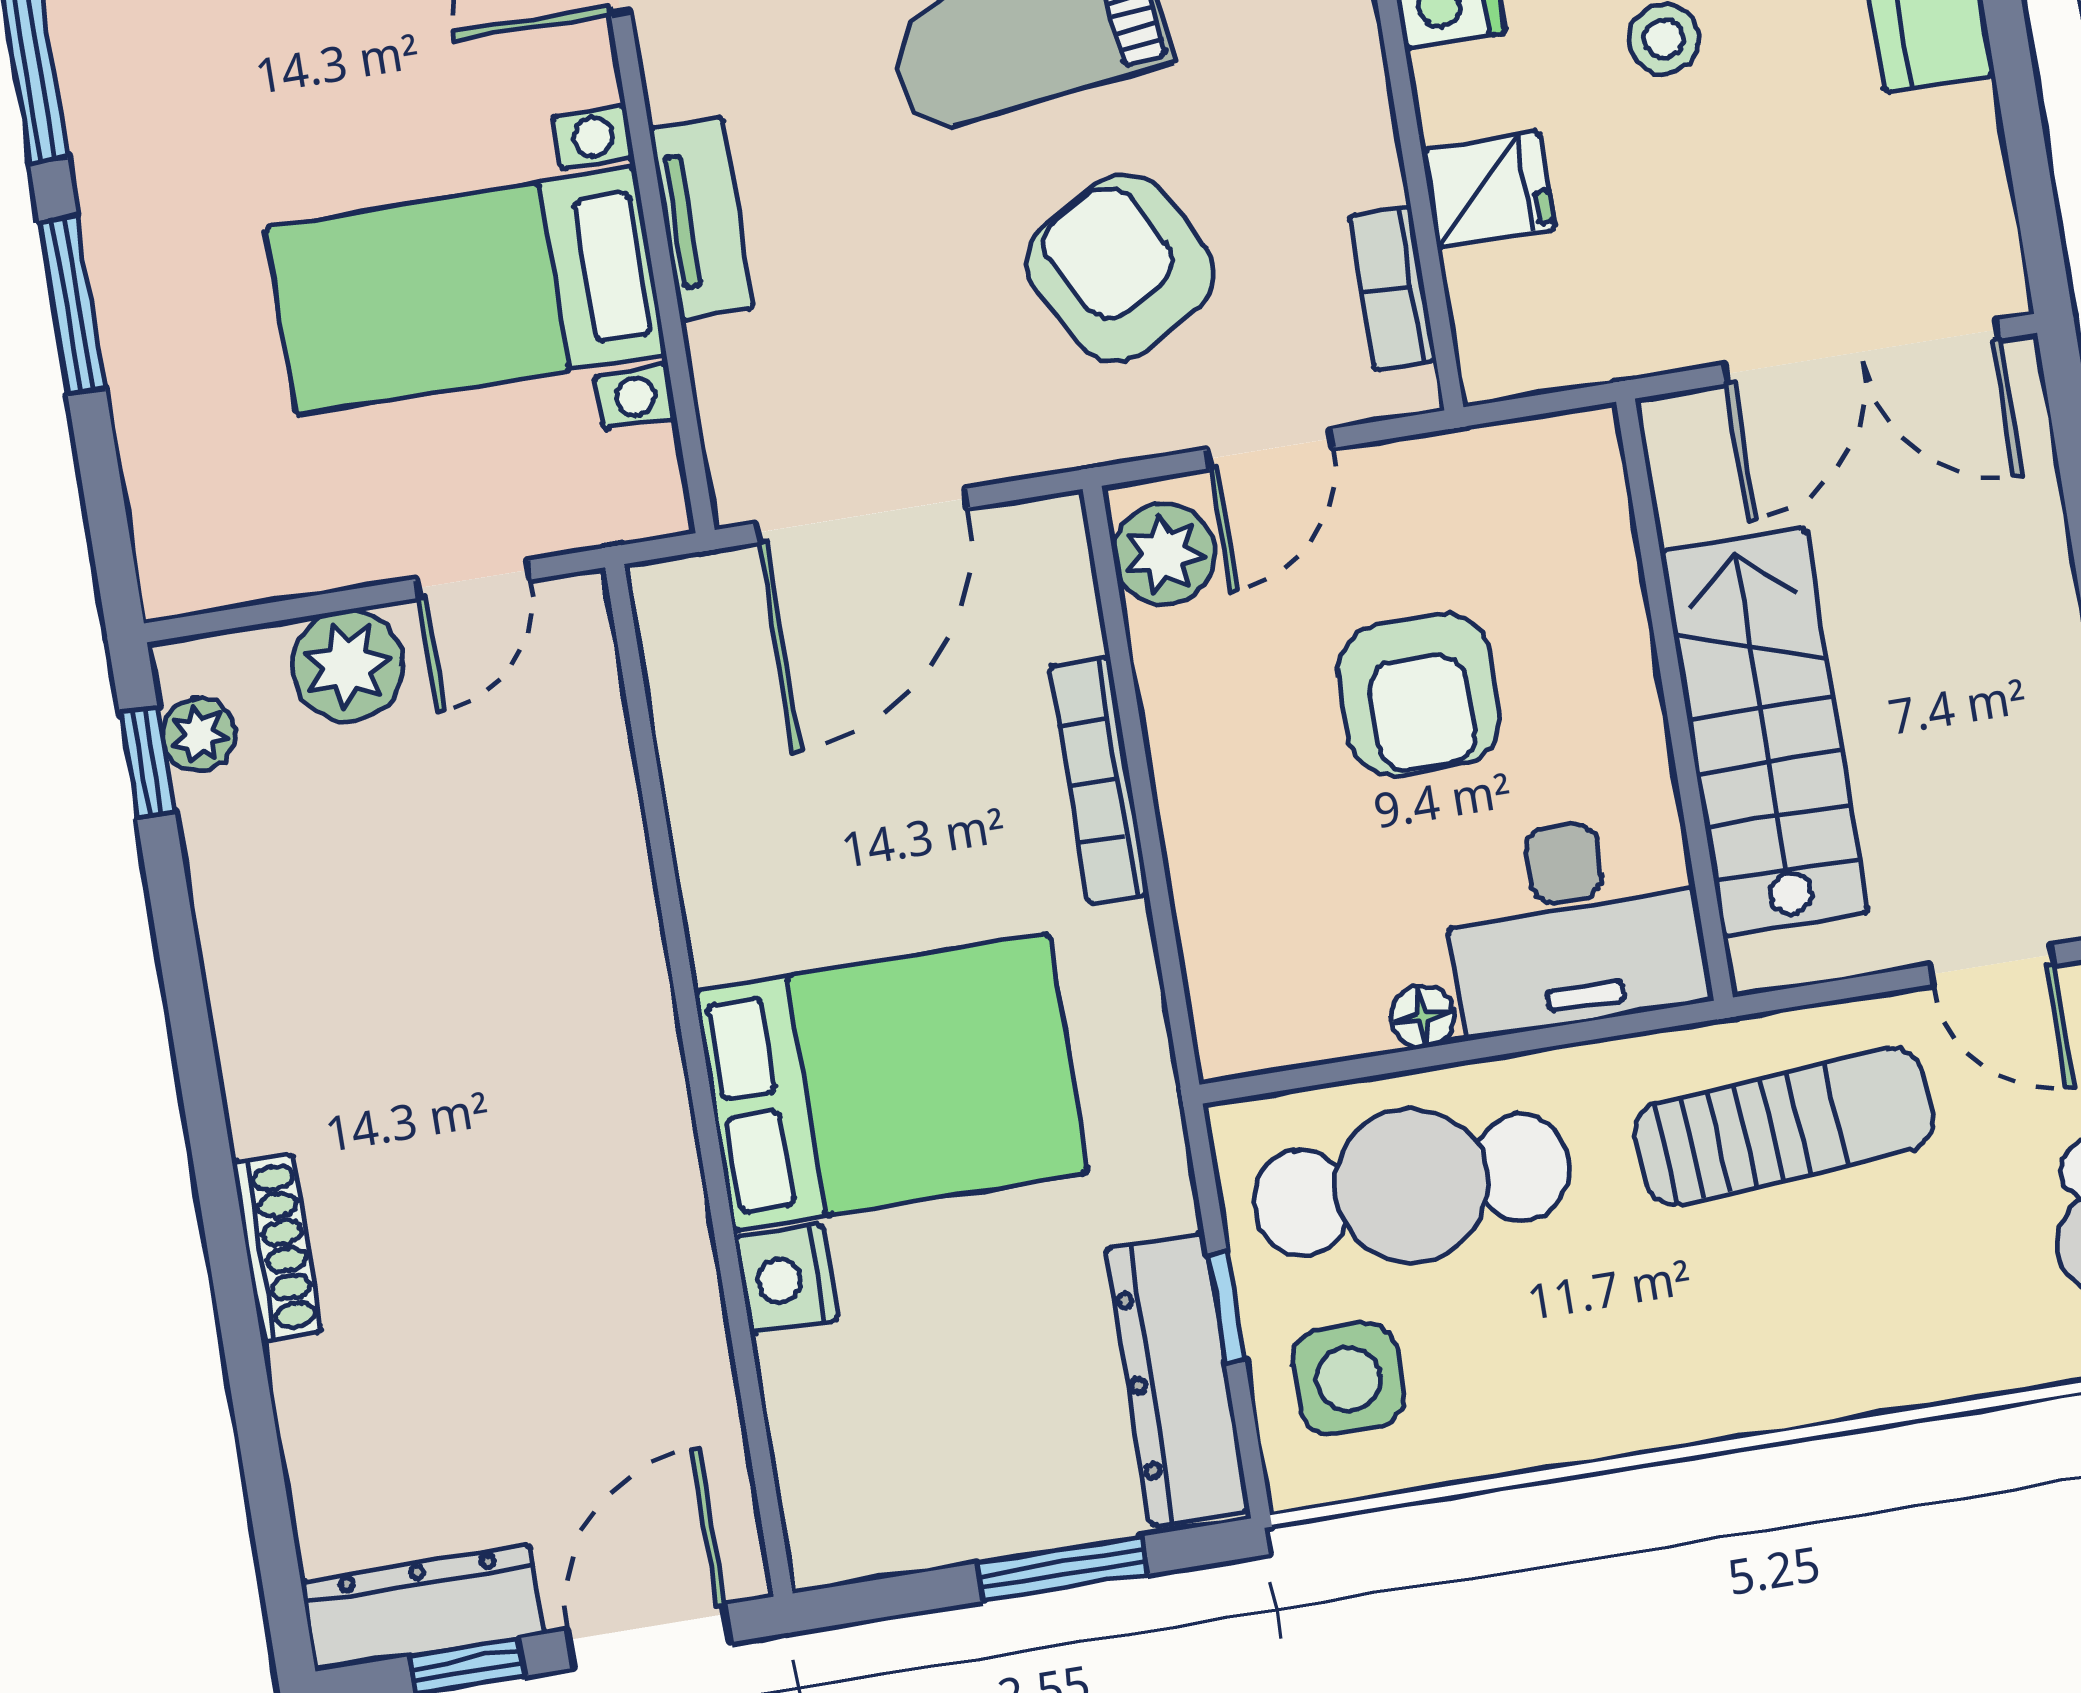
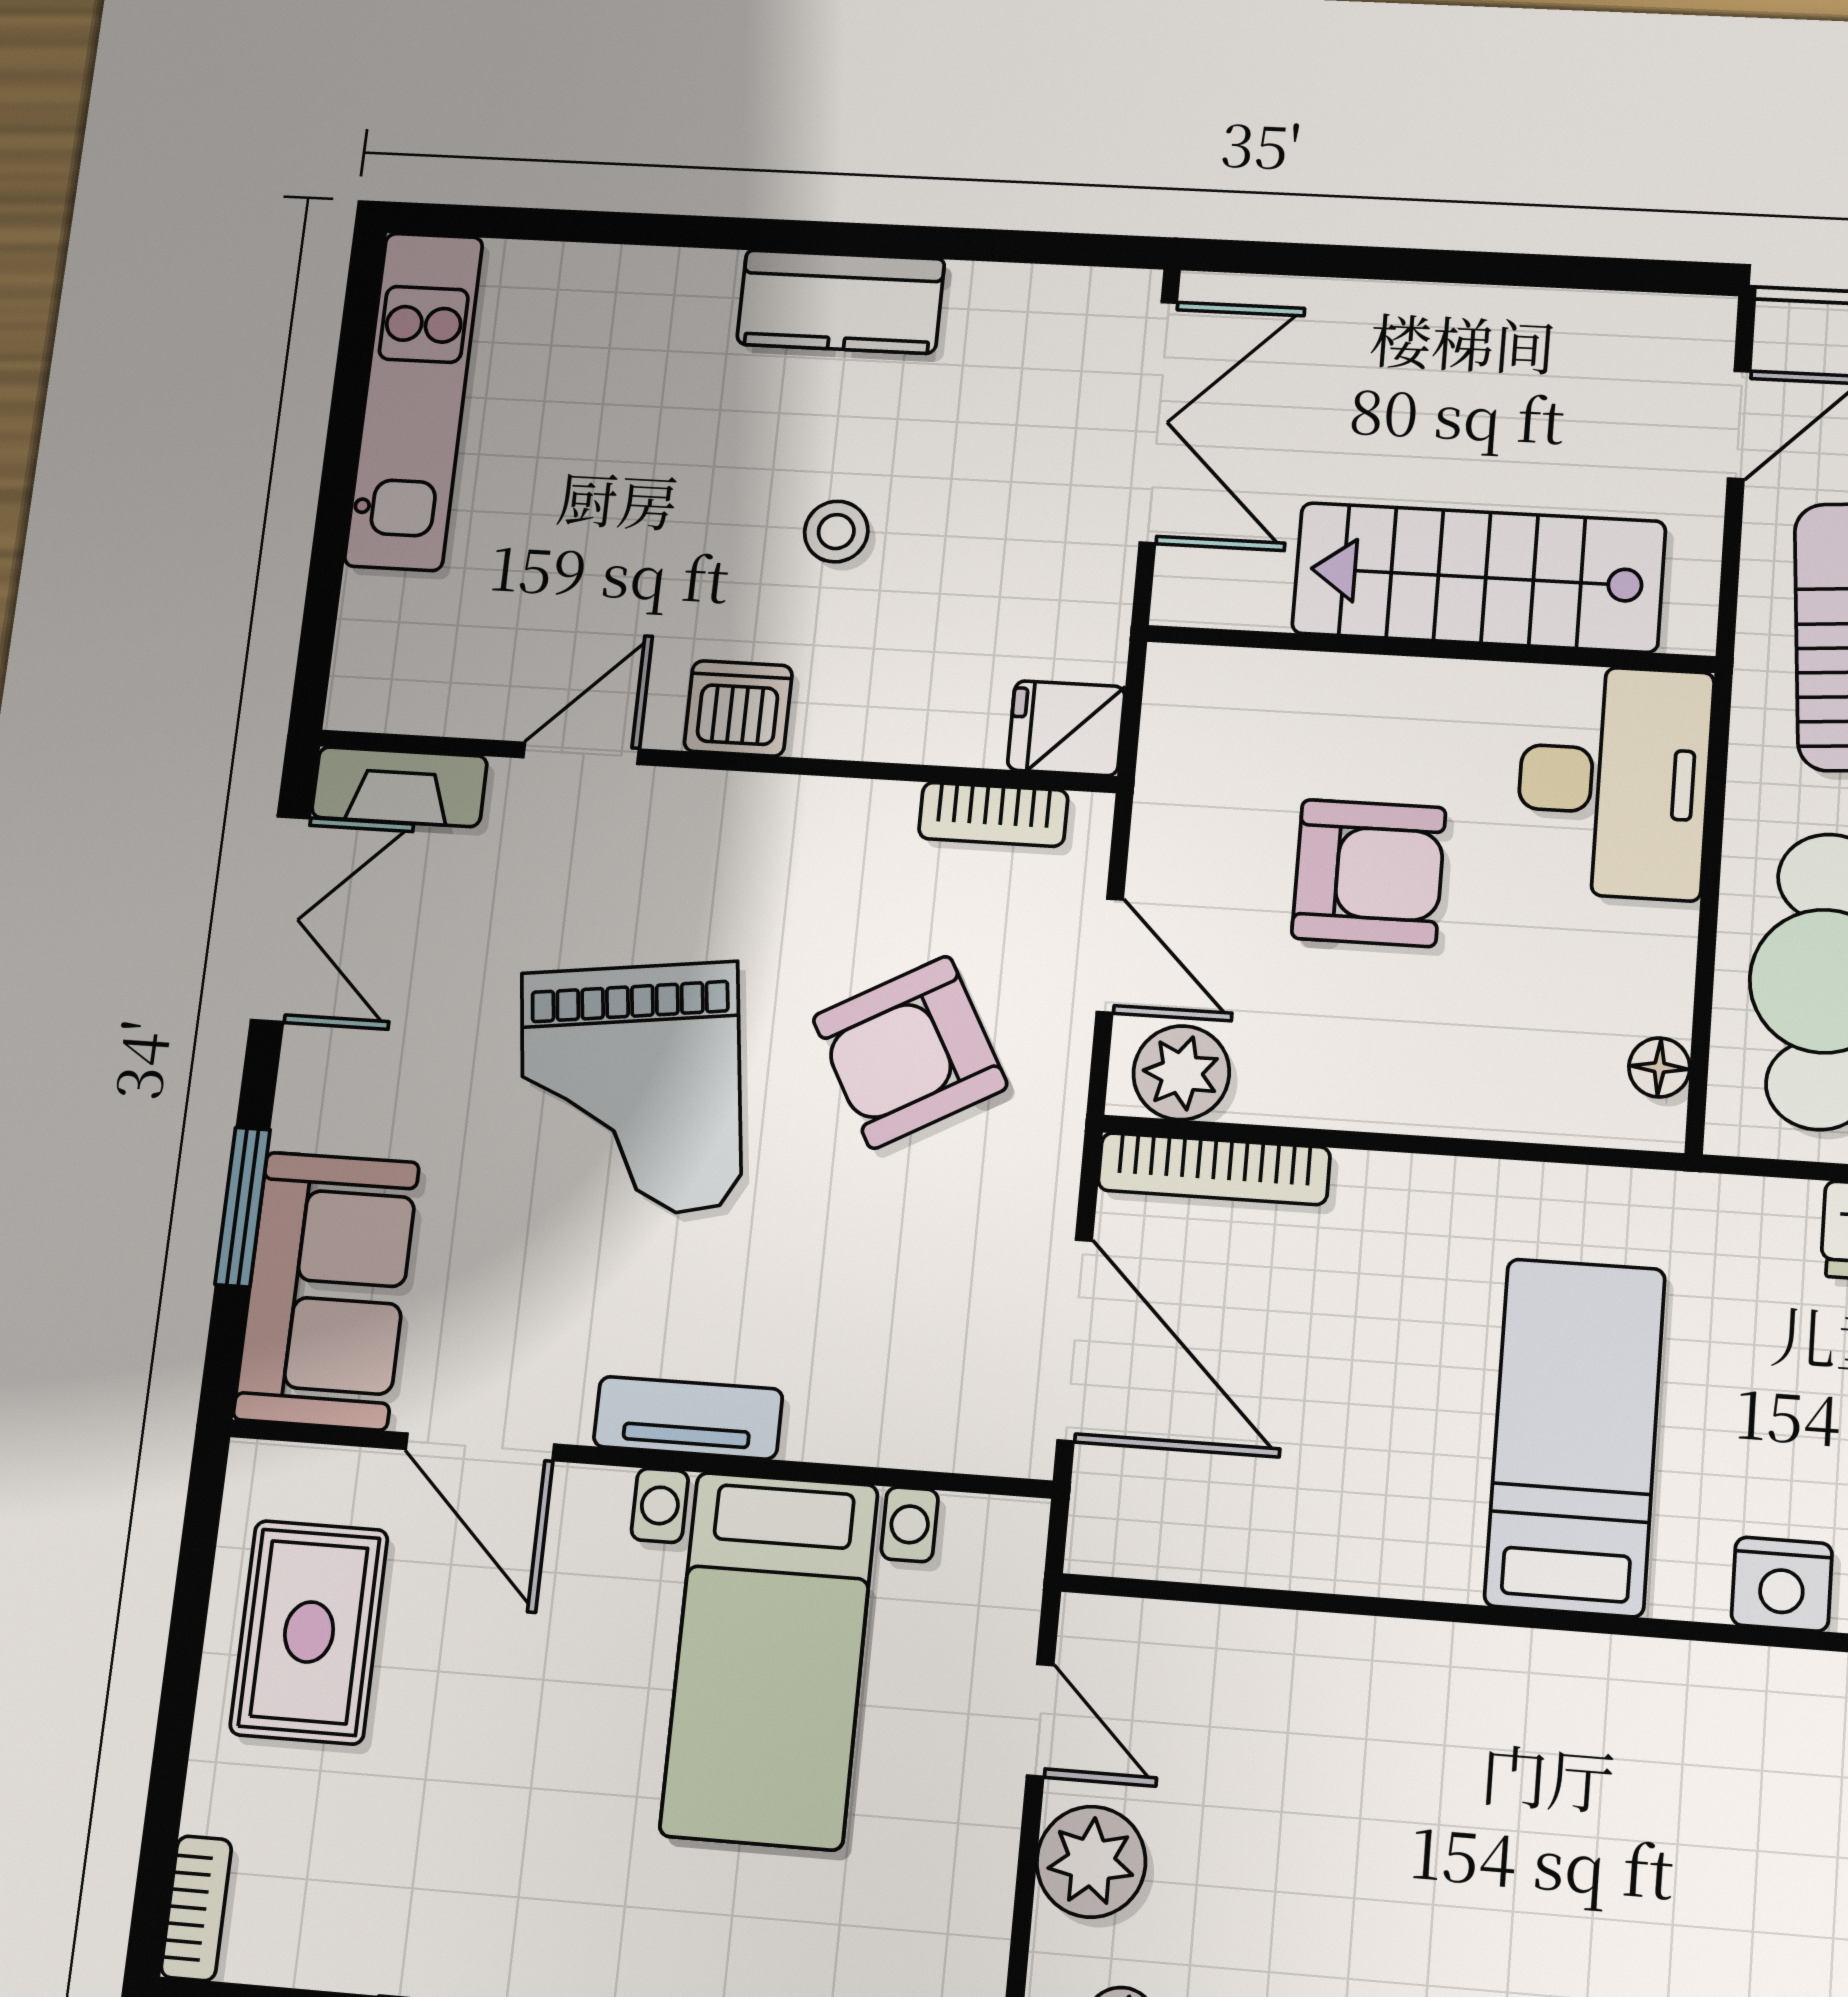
fridge: (1488, 190) -> (1066, 728), moved, turned -90
tv unit: (701, 218) -> (688, 1418), moved
bookcase: (1099, 780) -> (1214, 1169), moved
floor lamp: (1422, 1016) -> (1659, 1067), moved
bed: (891, 1082) -> (1575, 1437), width x0.67

